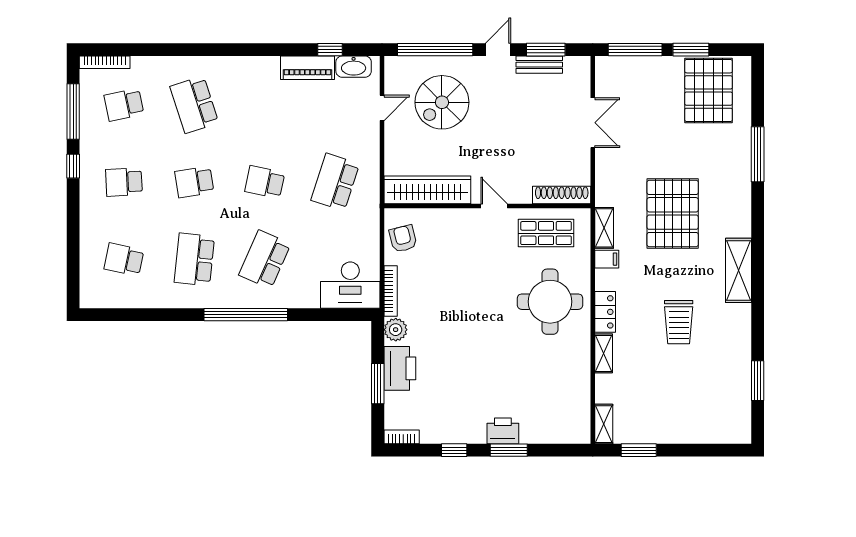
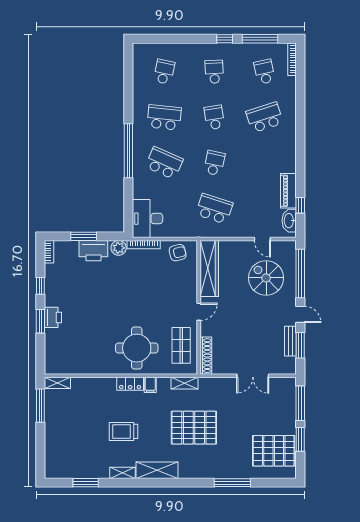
filing cabinet: (607, 259) -> (150, 385), moved
shelving: (604, 353) -> (122, 473), moved
window: (639, 450) -> (40, 406), width x1.44

